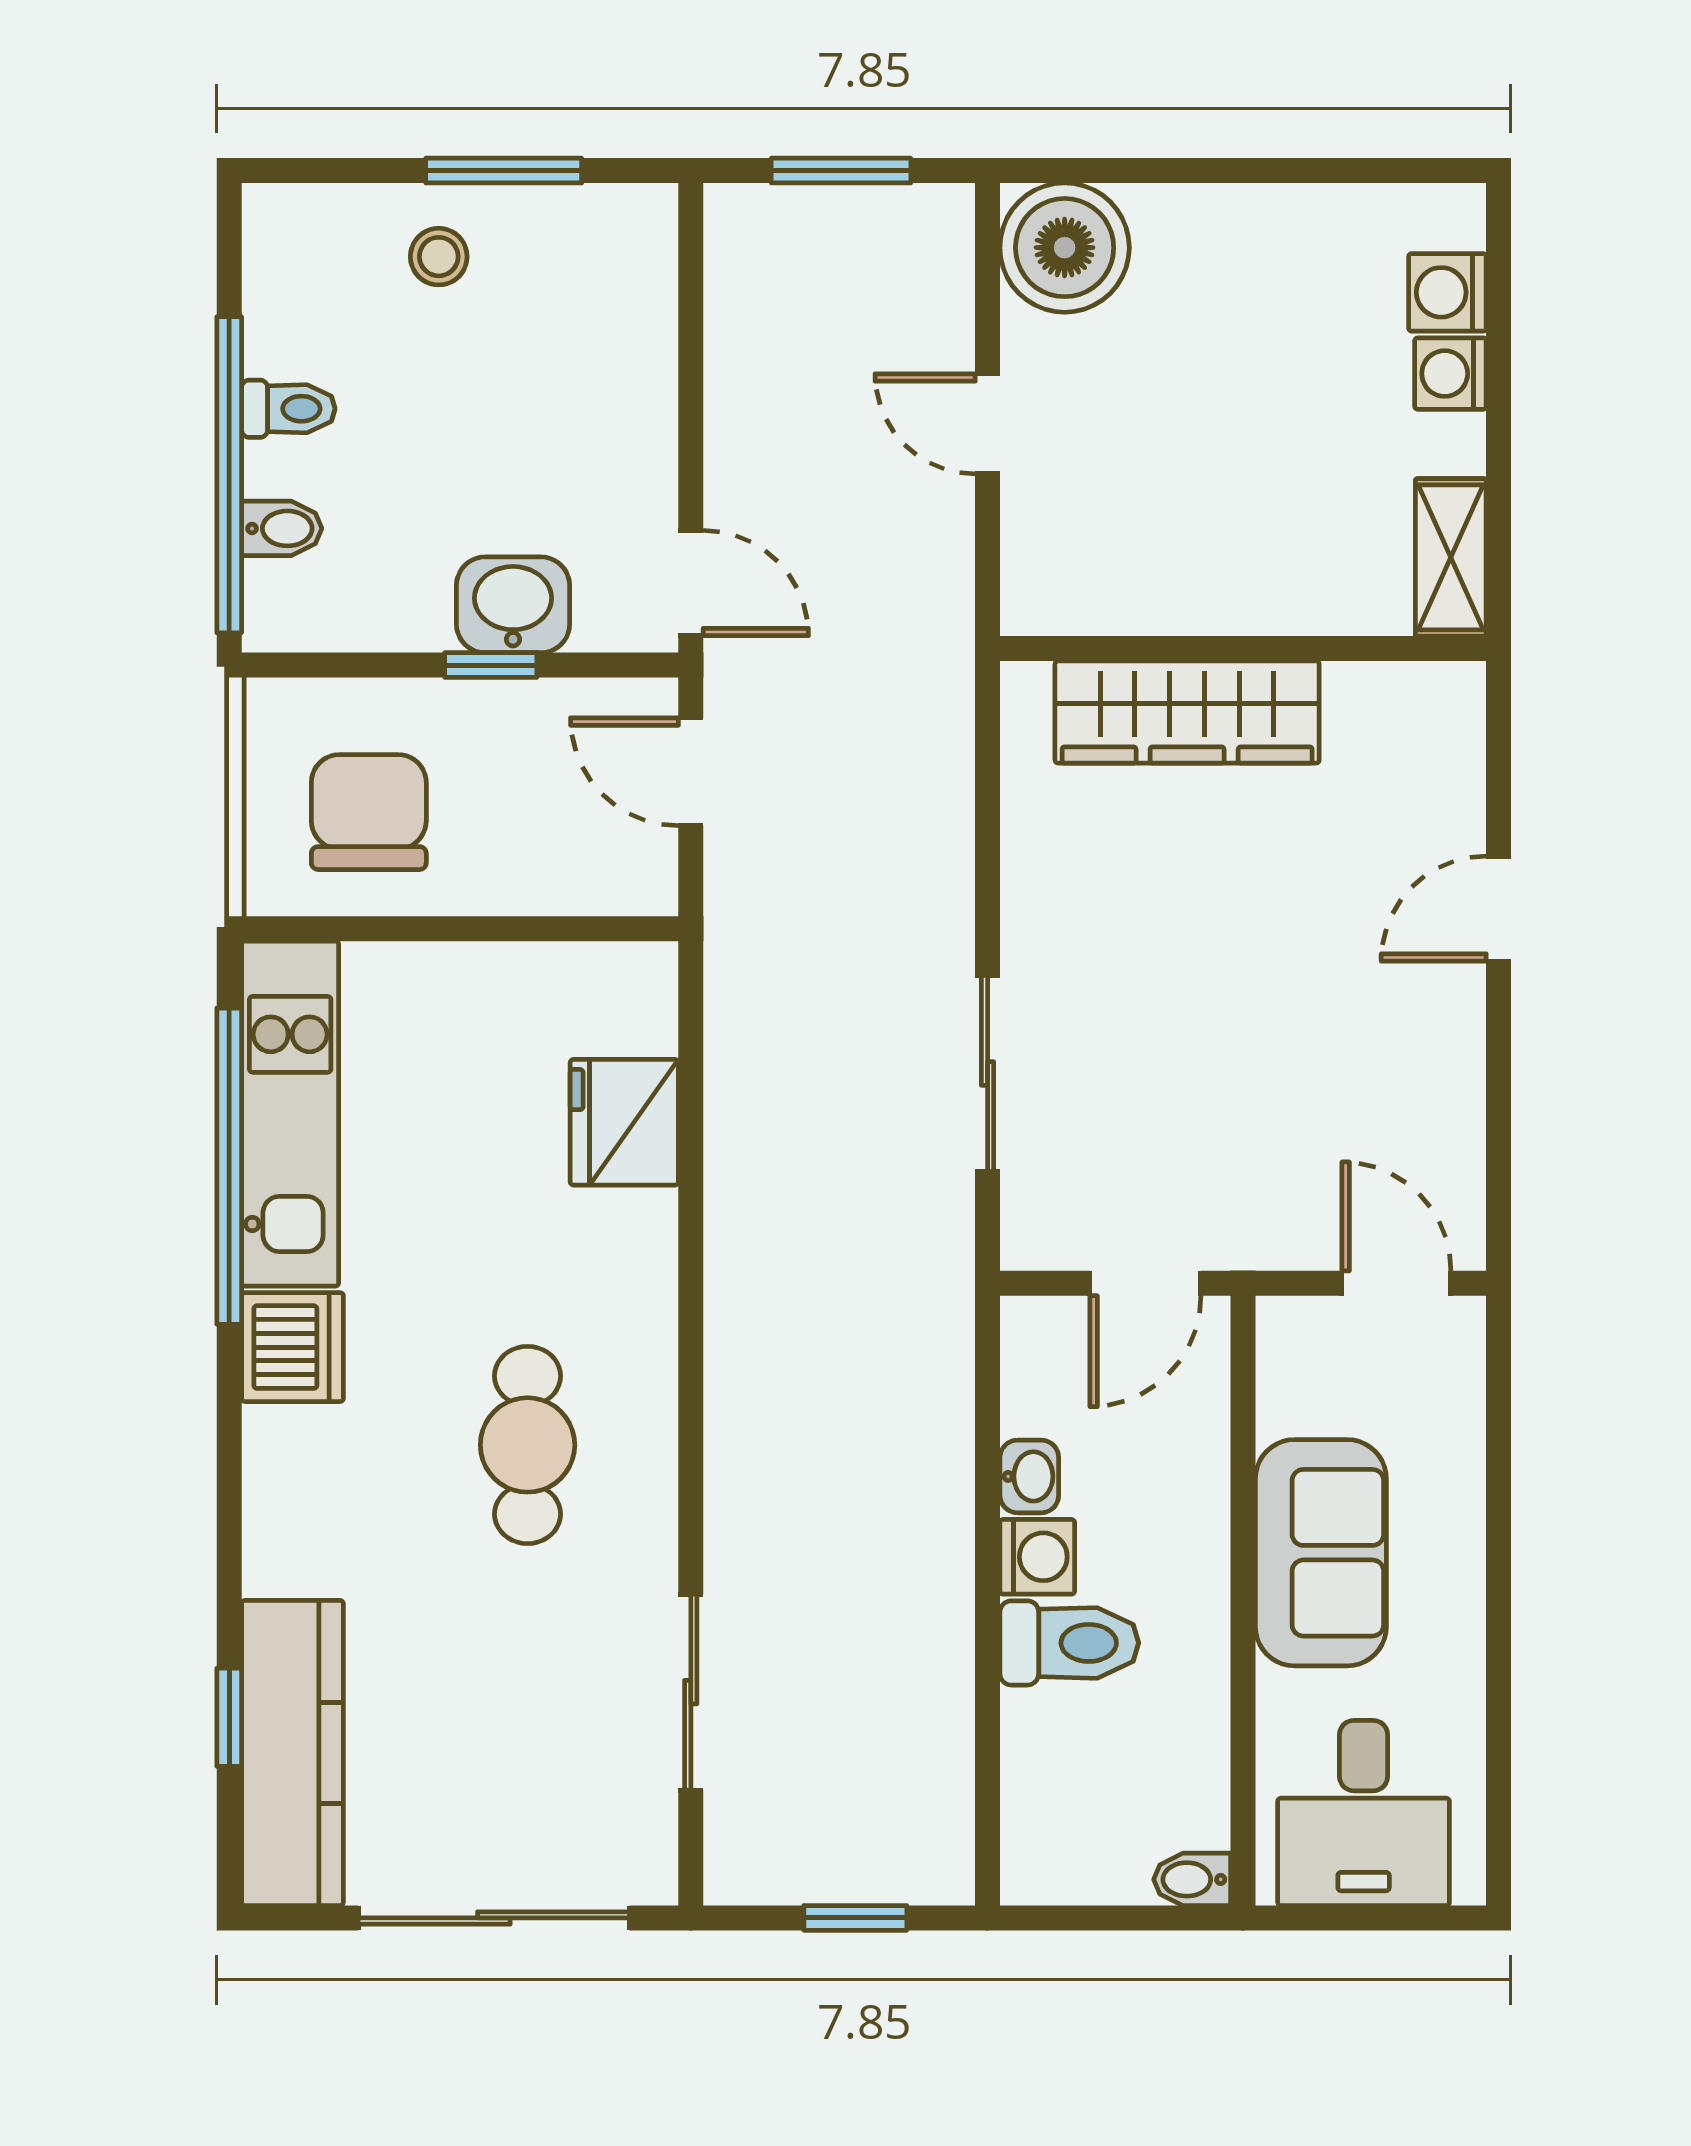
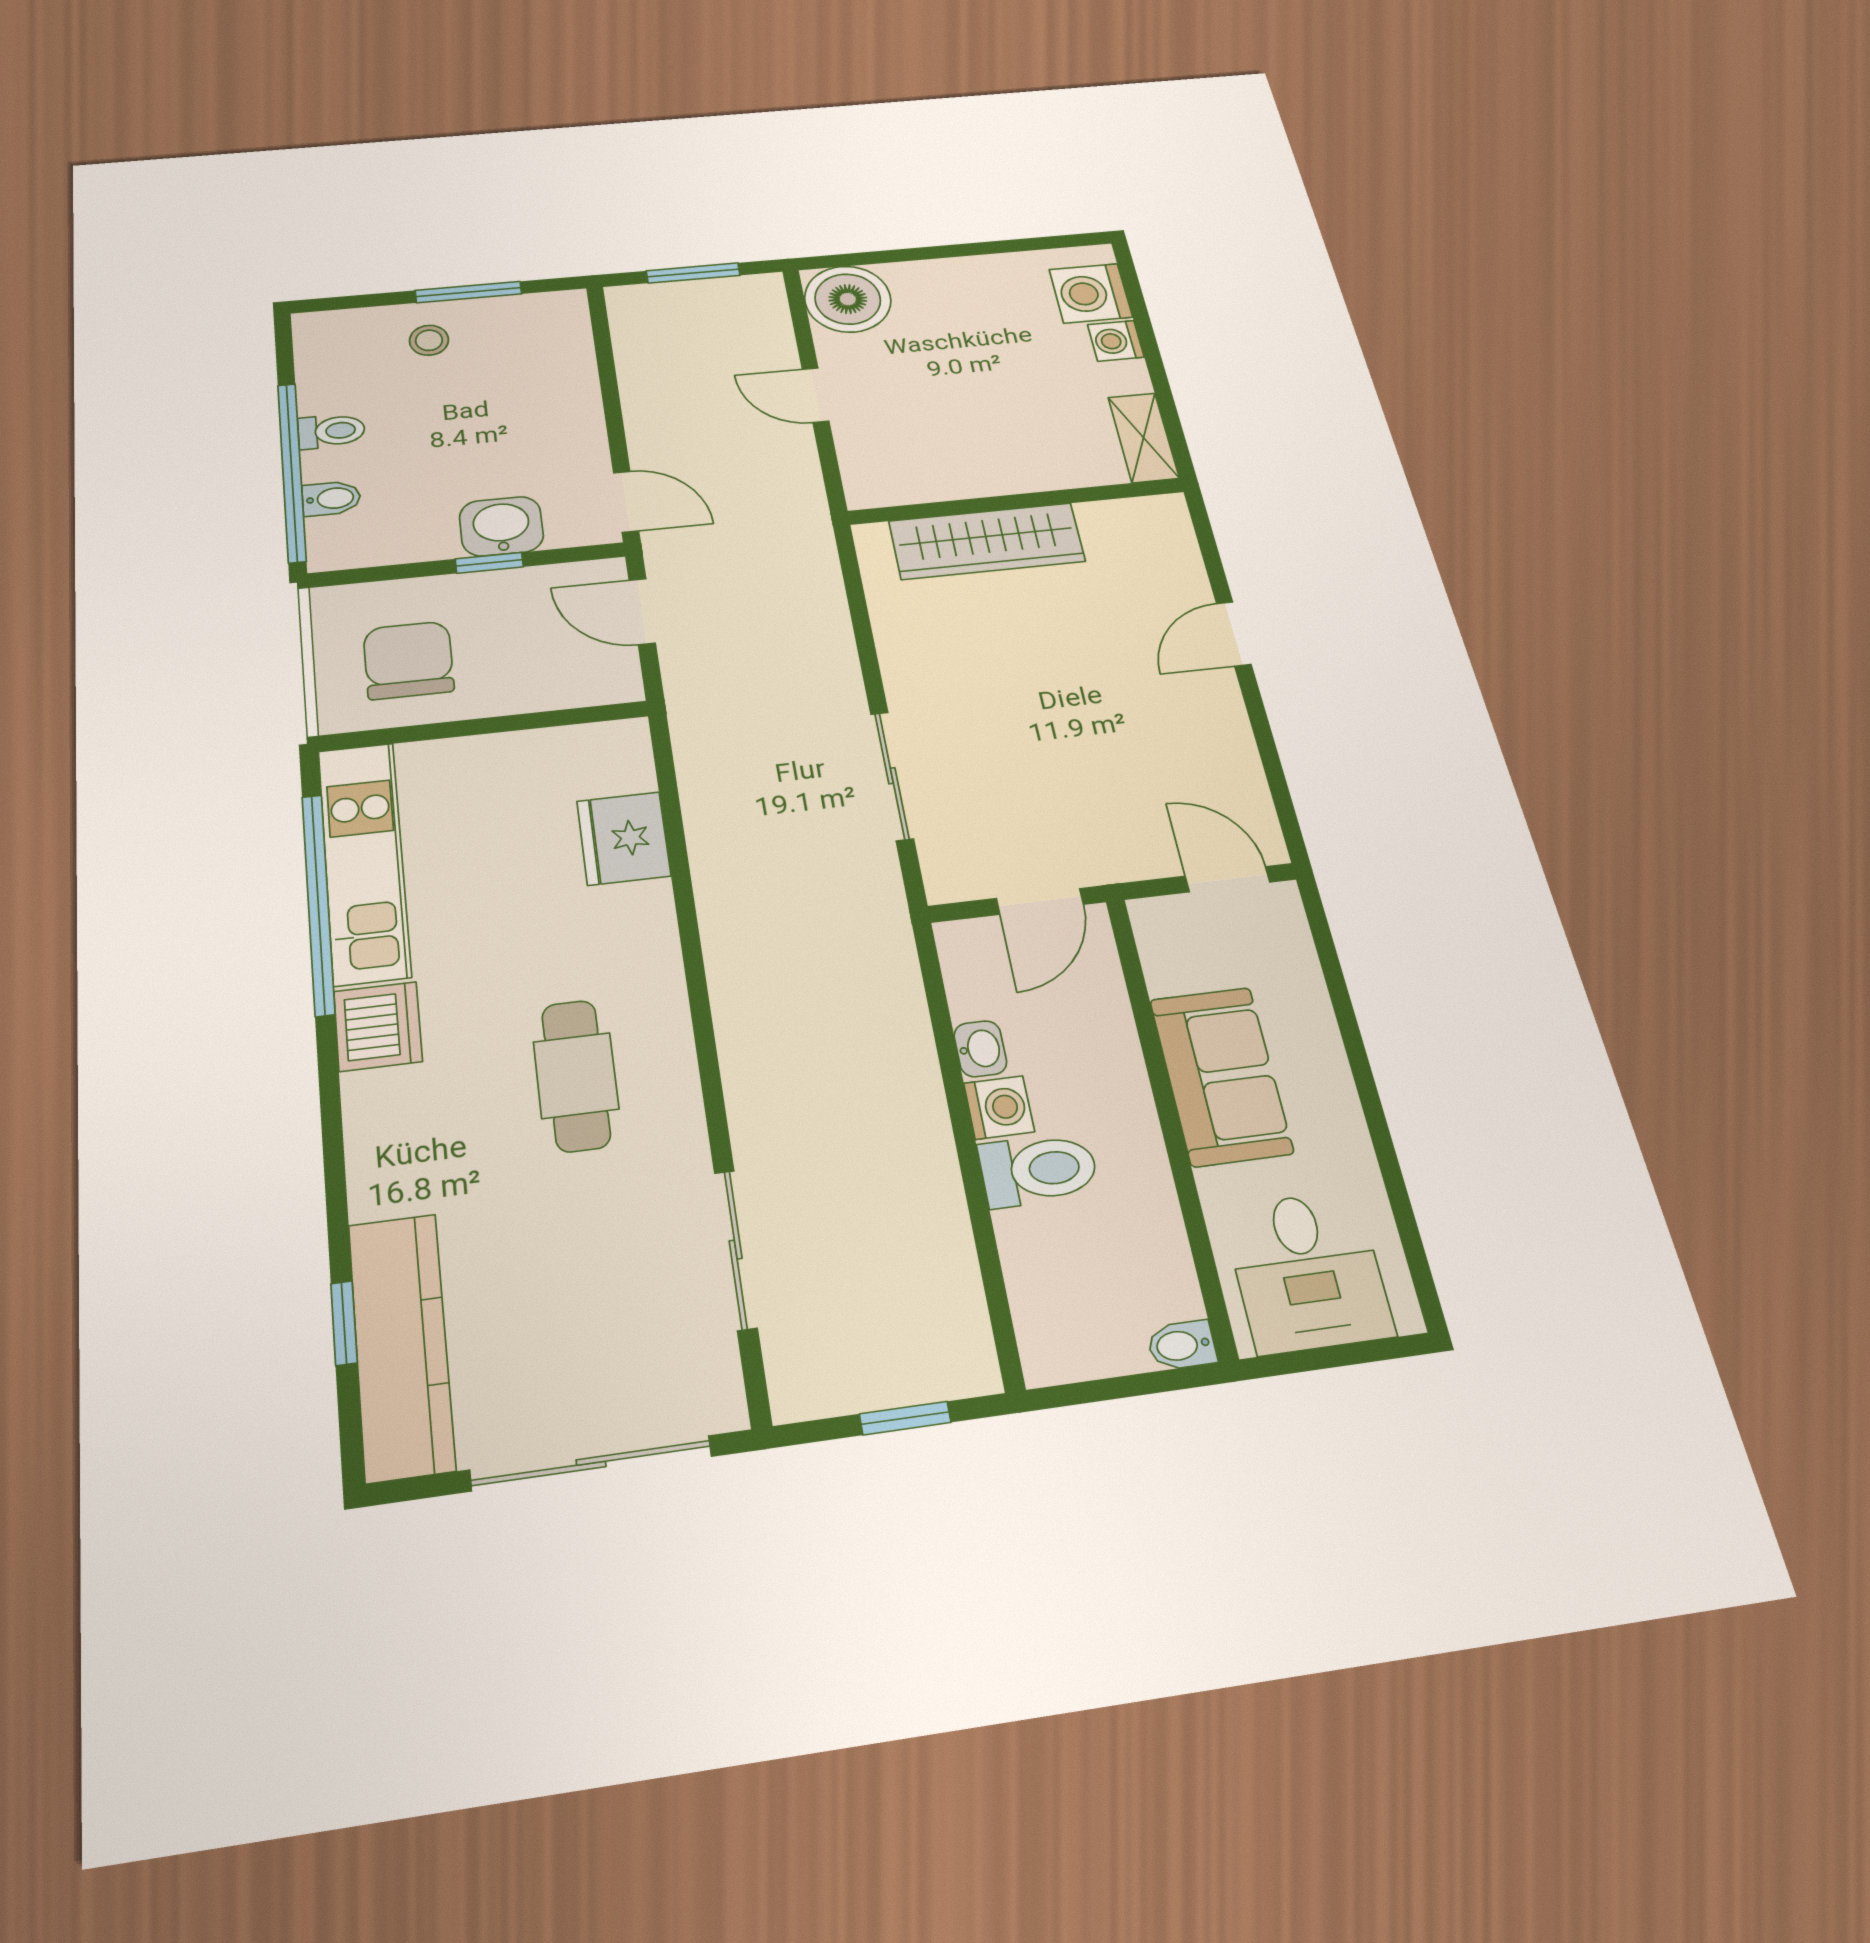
washing machine: (1447, 292) -> (1091, 293), width x1.38, depth x1.38

